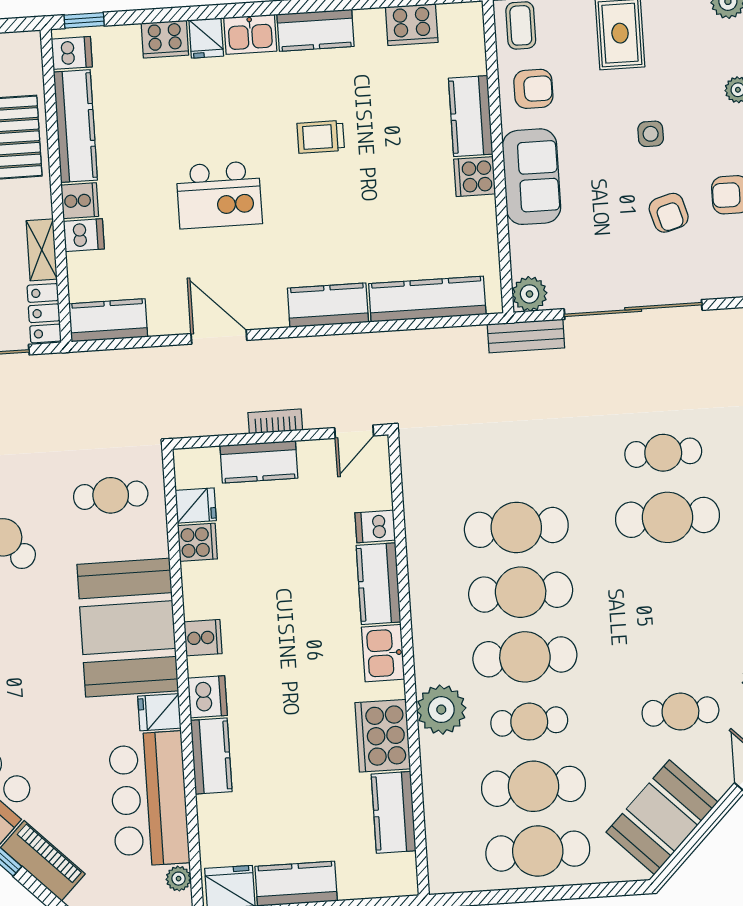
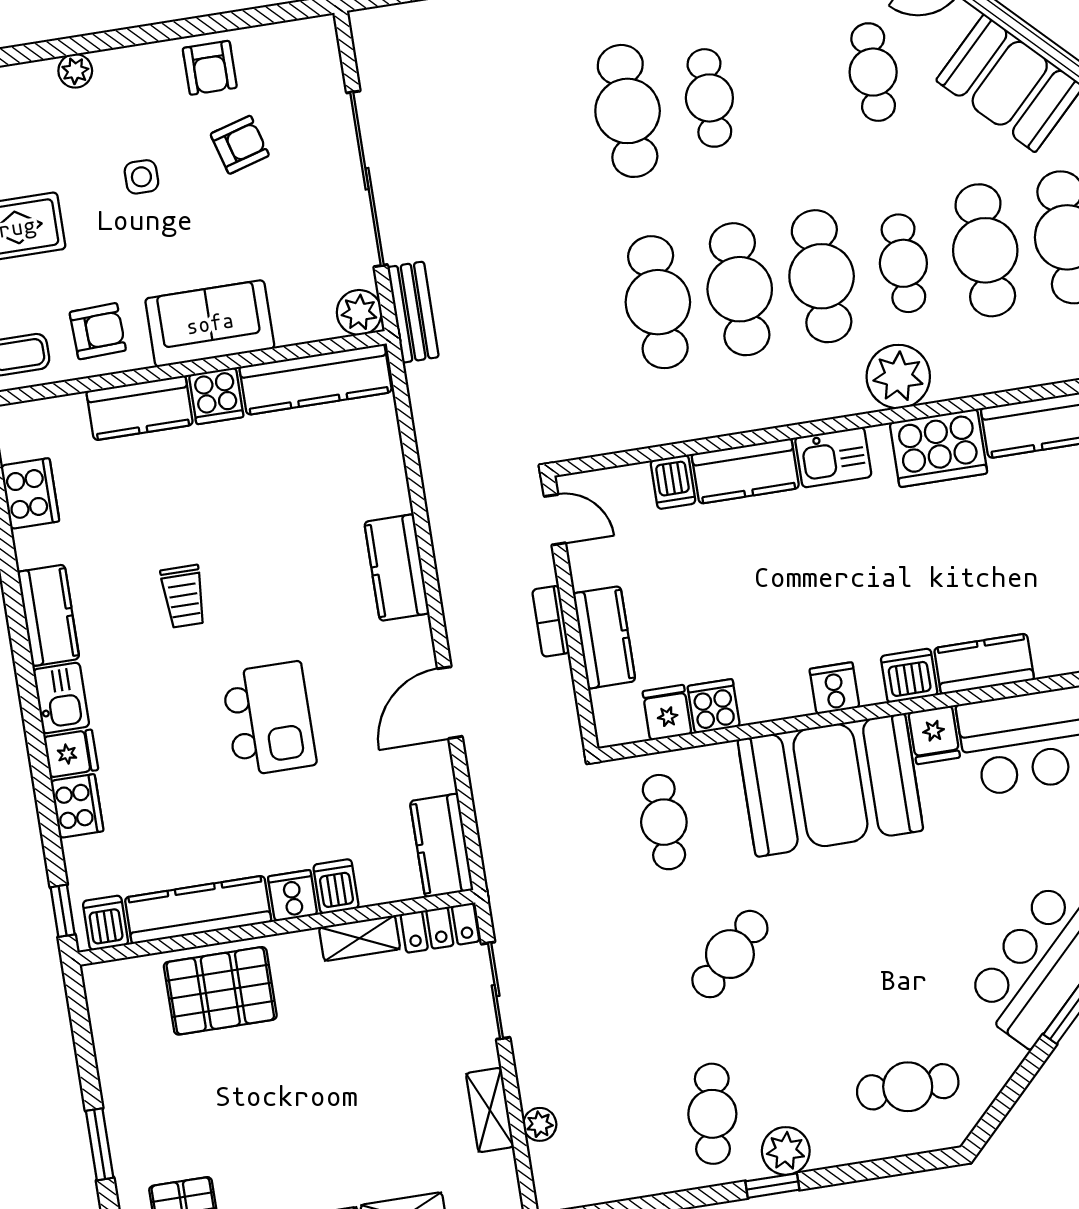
armchair: (533, 89) -> (98, 331), turned 88
kitchen counter: (427, 299) -> (316, 379), moved, turned -90
cafe table: (663, 453) -> (709, 98), moved

